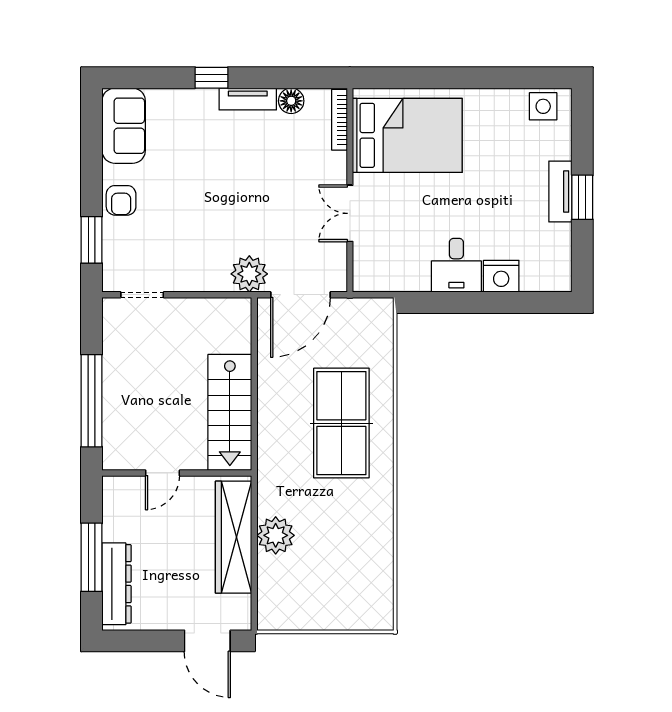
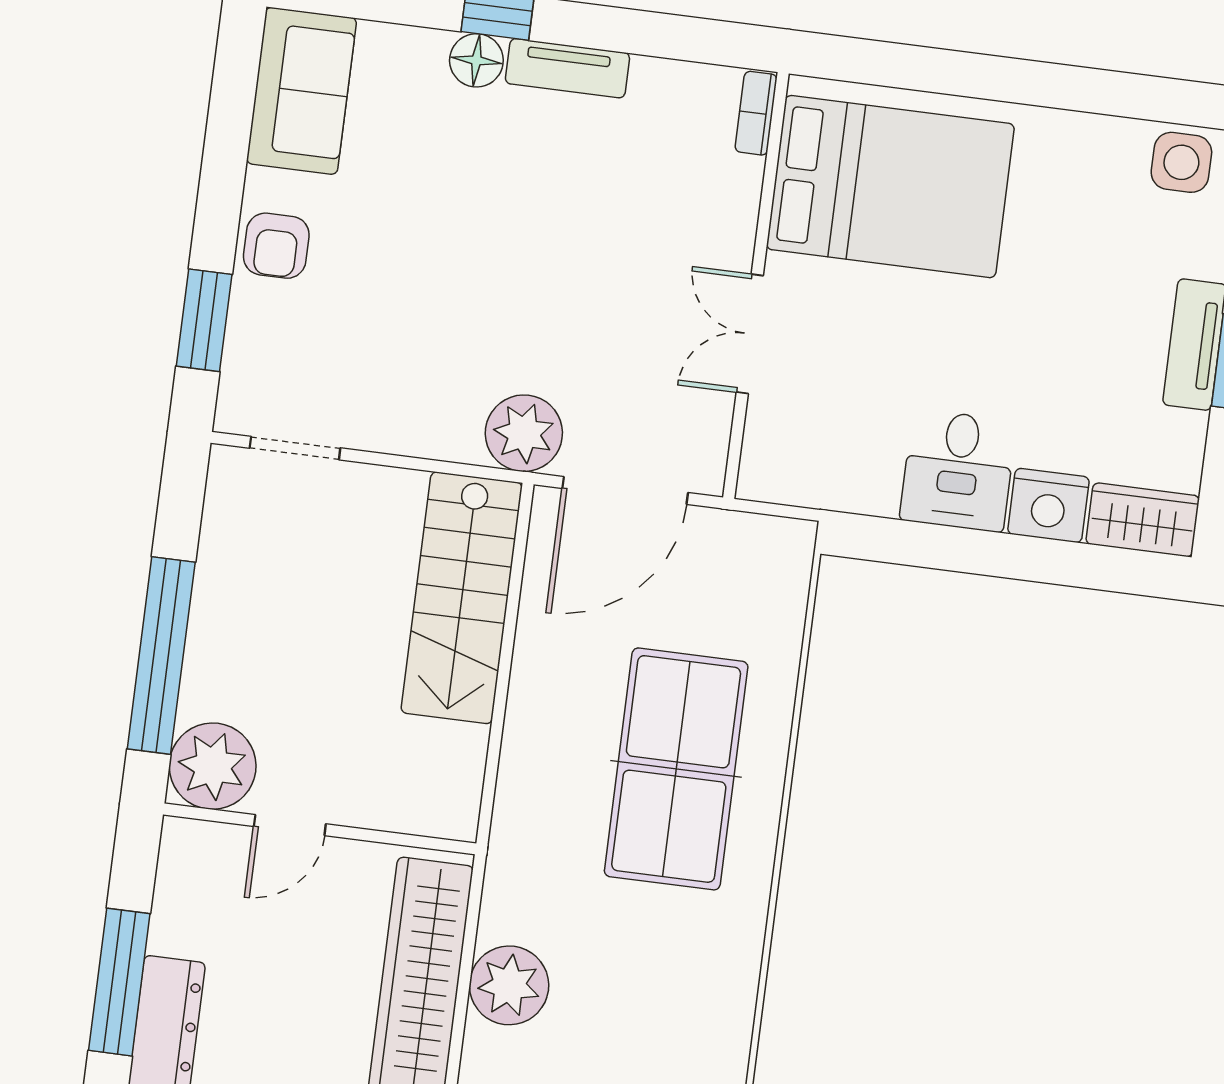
floor lamp: (291, 101) -> (476, 60), moved
bookcase: (339, 120) -> (756, 113), width x0.64
wardrobe: (546, 277) -> (1143, 520), added
stairs: (230, 412) -> (462, 598), moved
plant: (122, 450) -> (213, 766), added

